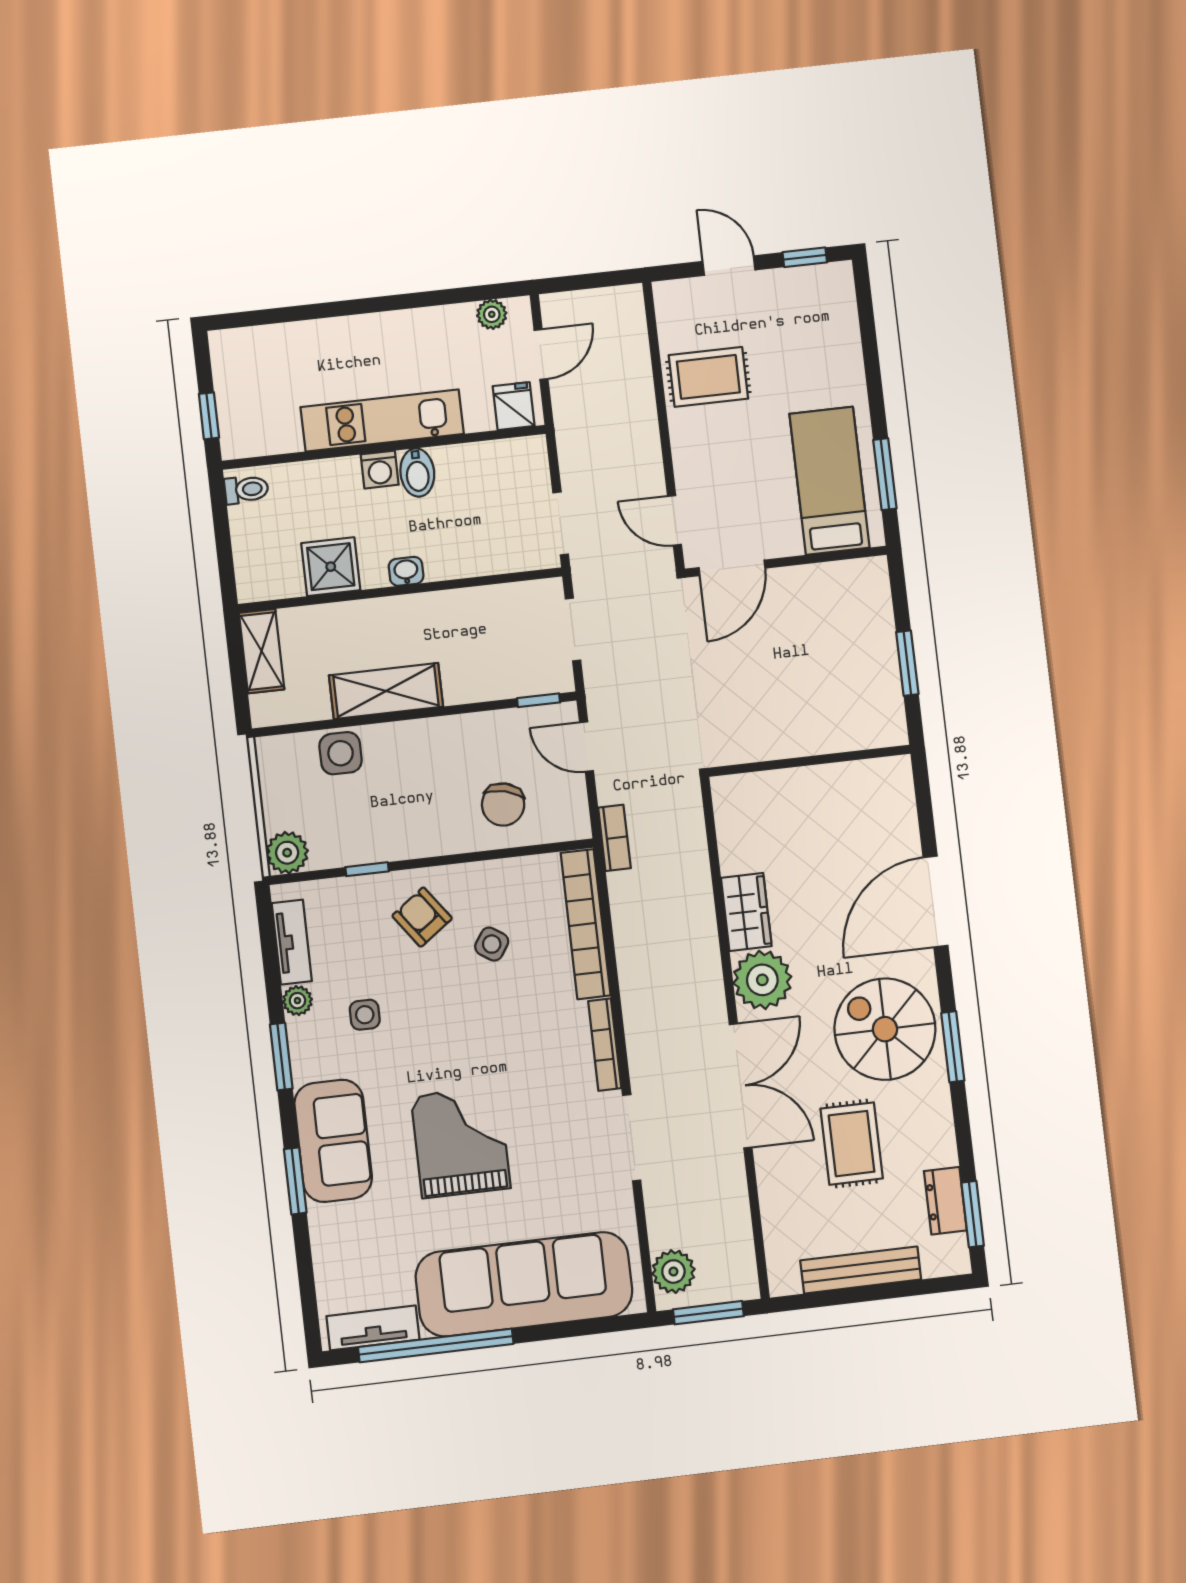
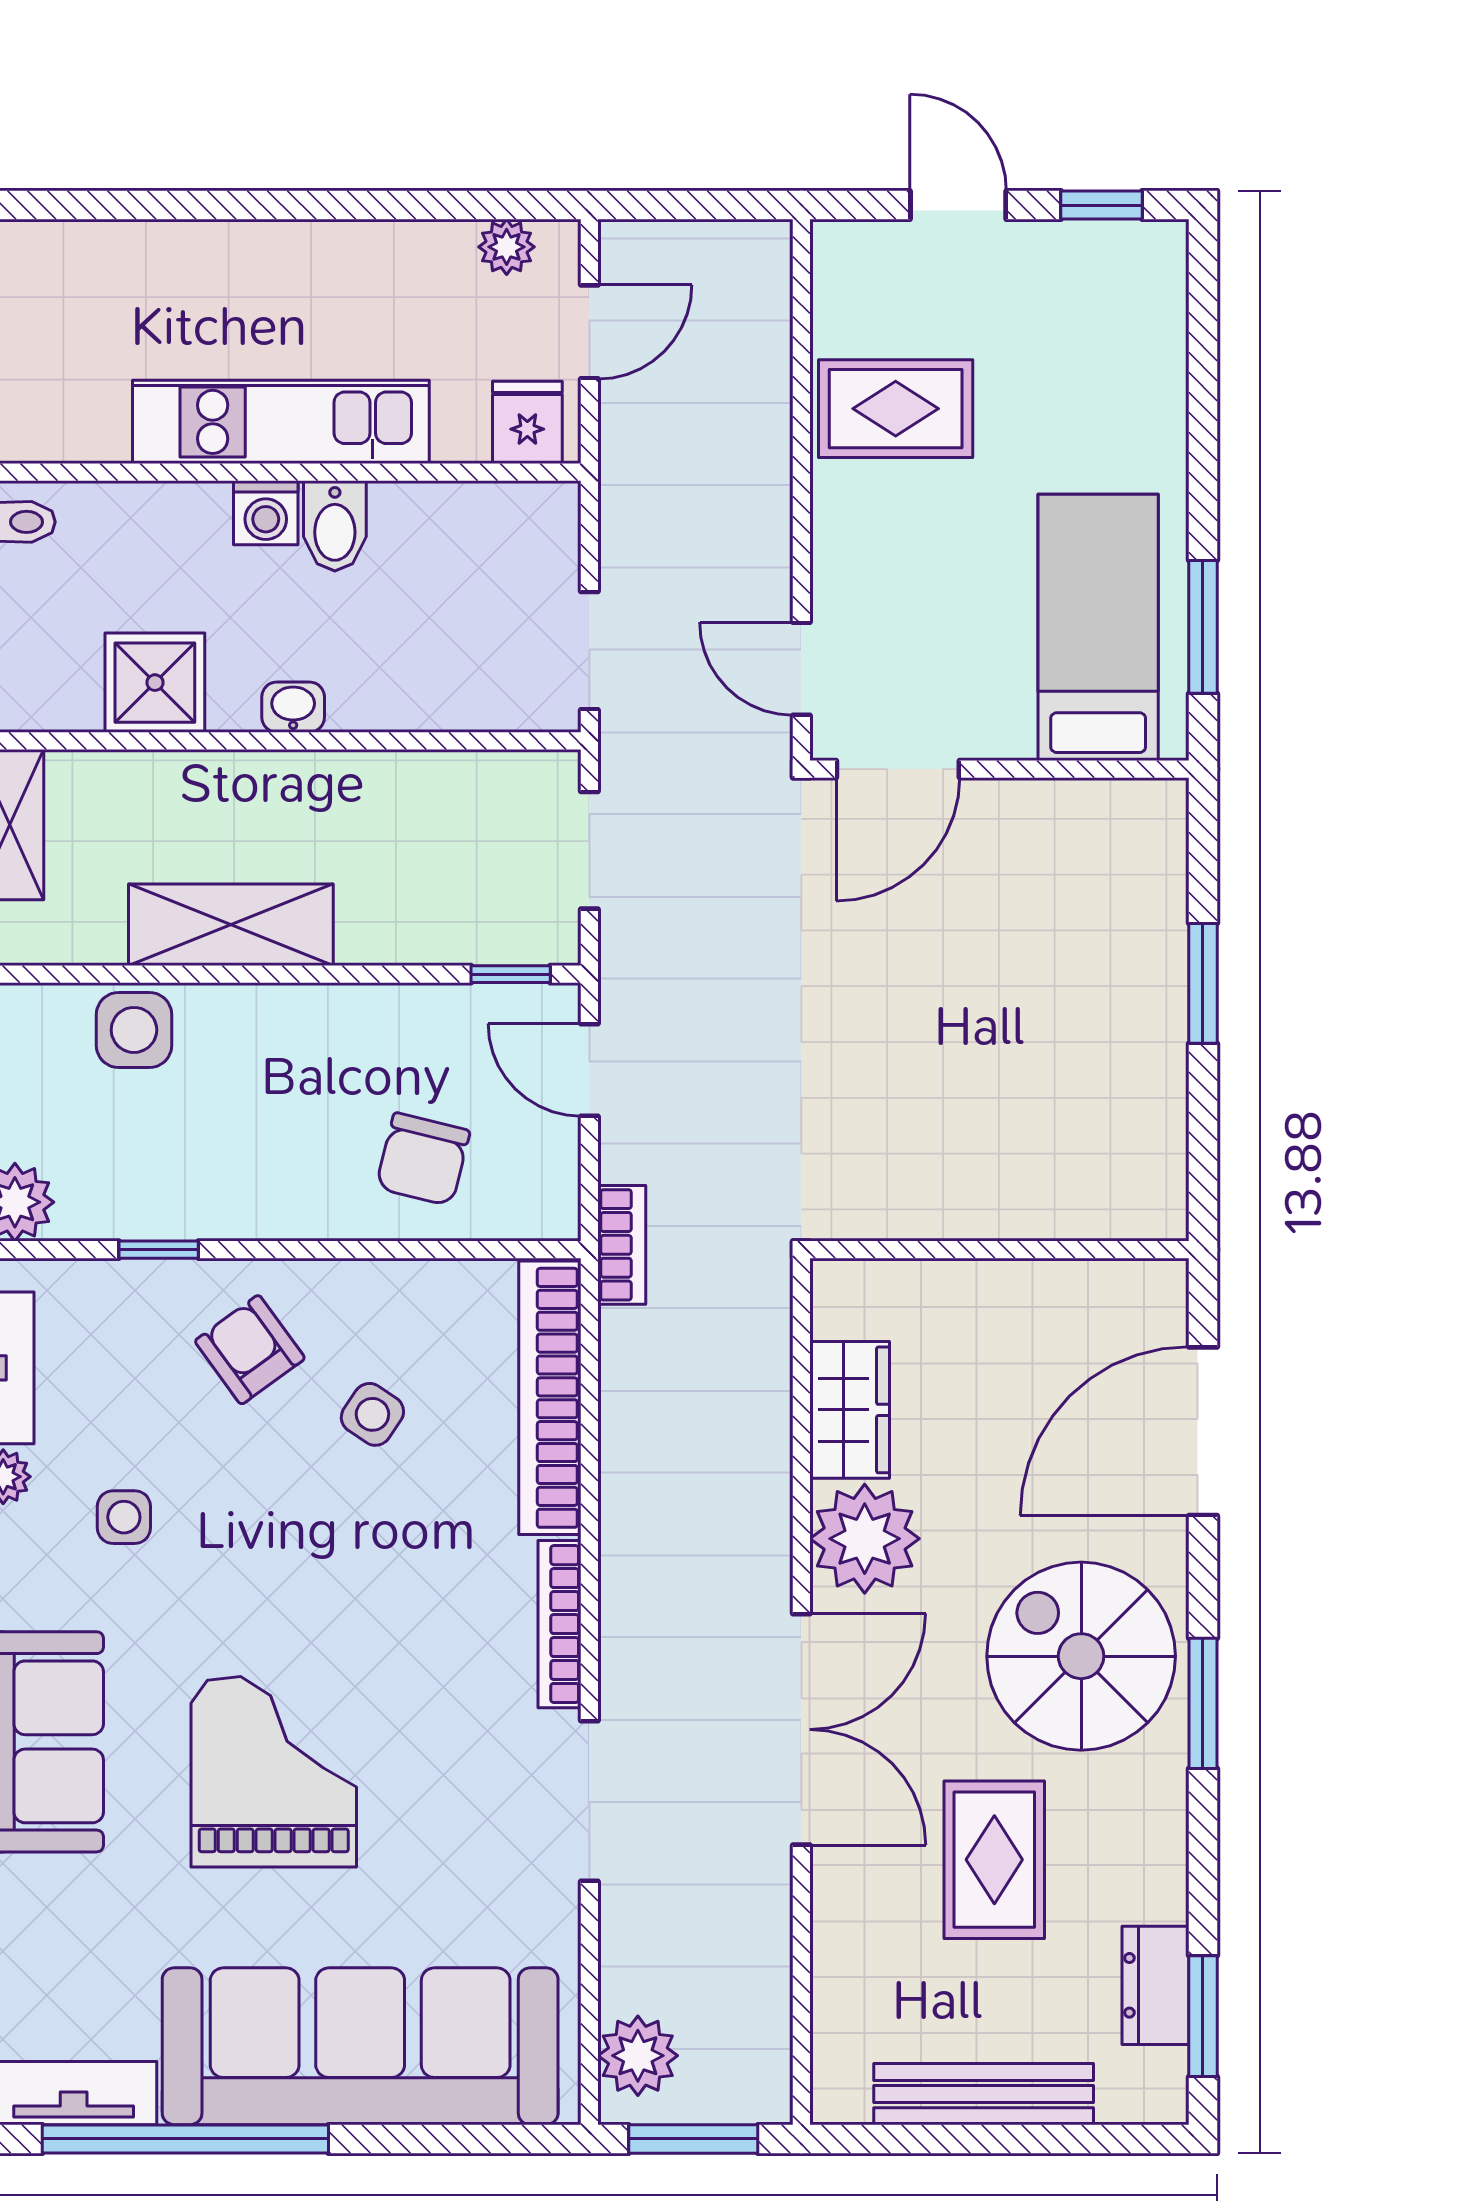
wall: (809, 761) -> (999, 1250), moved

